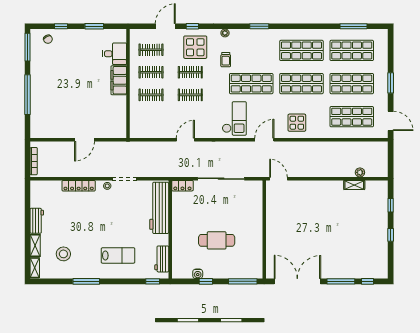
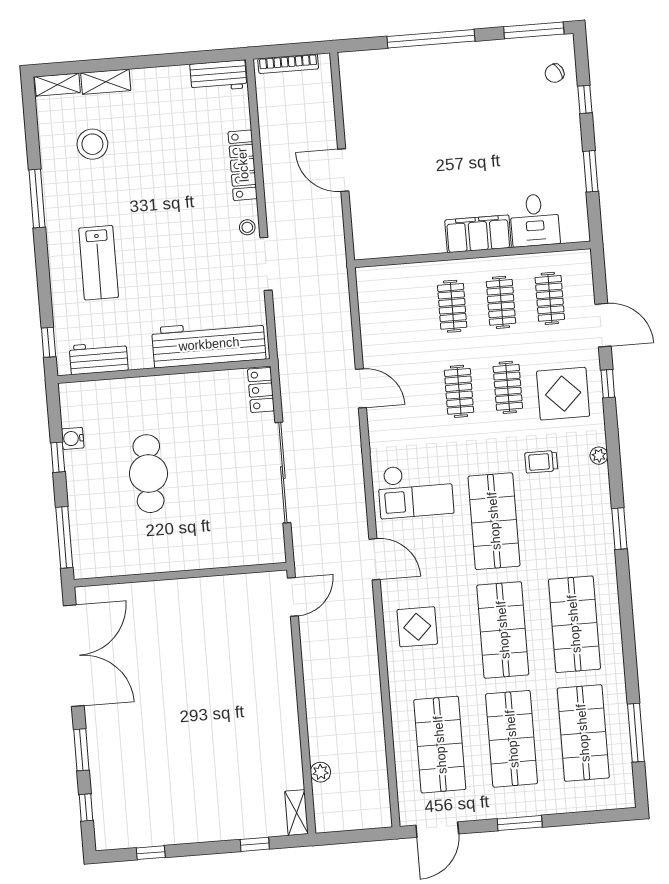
shelving: (354, 185) -> (297, 813), moved
workbench: (37, 221) -> (218, 76), moved
window: (391, 235) -> (151, 853), moved
window: (341, 281) -> (81, 750), width x0.69

